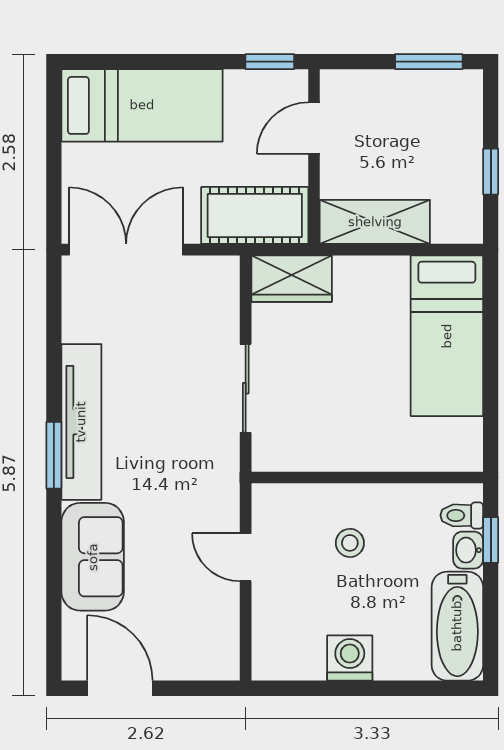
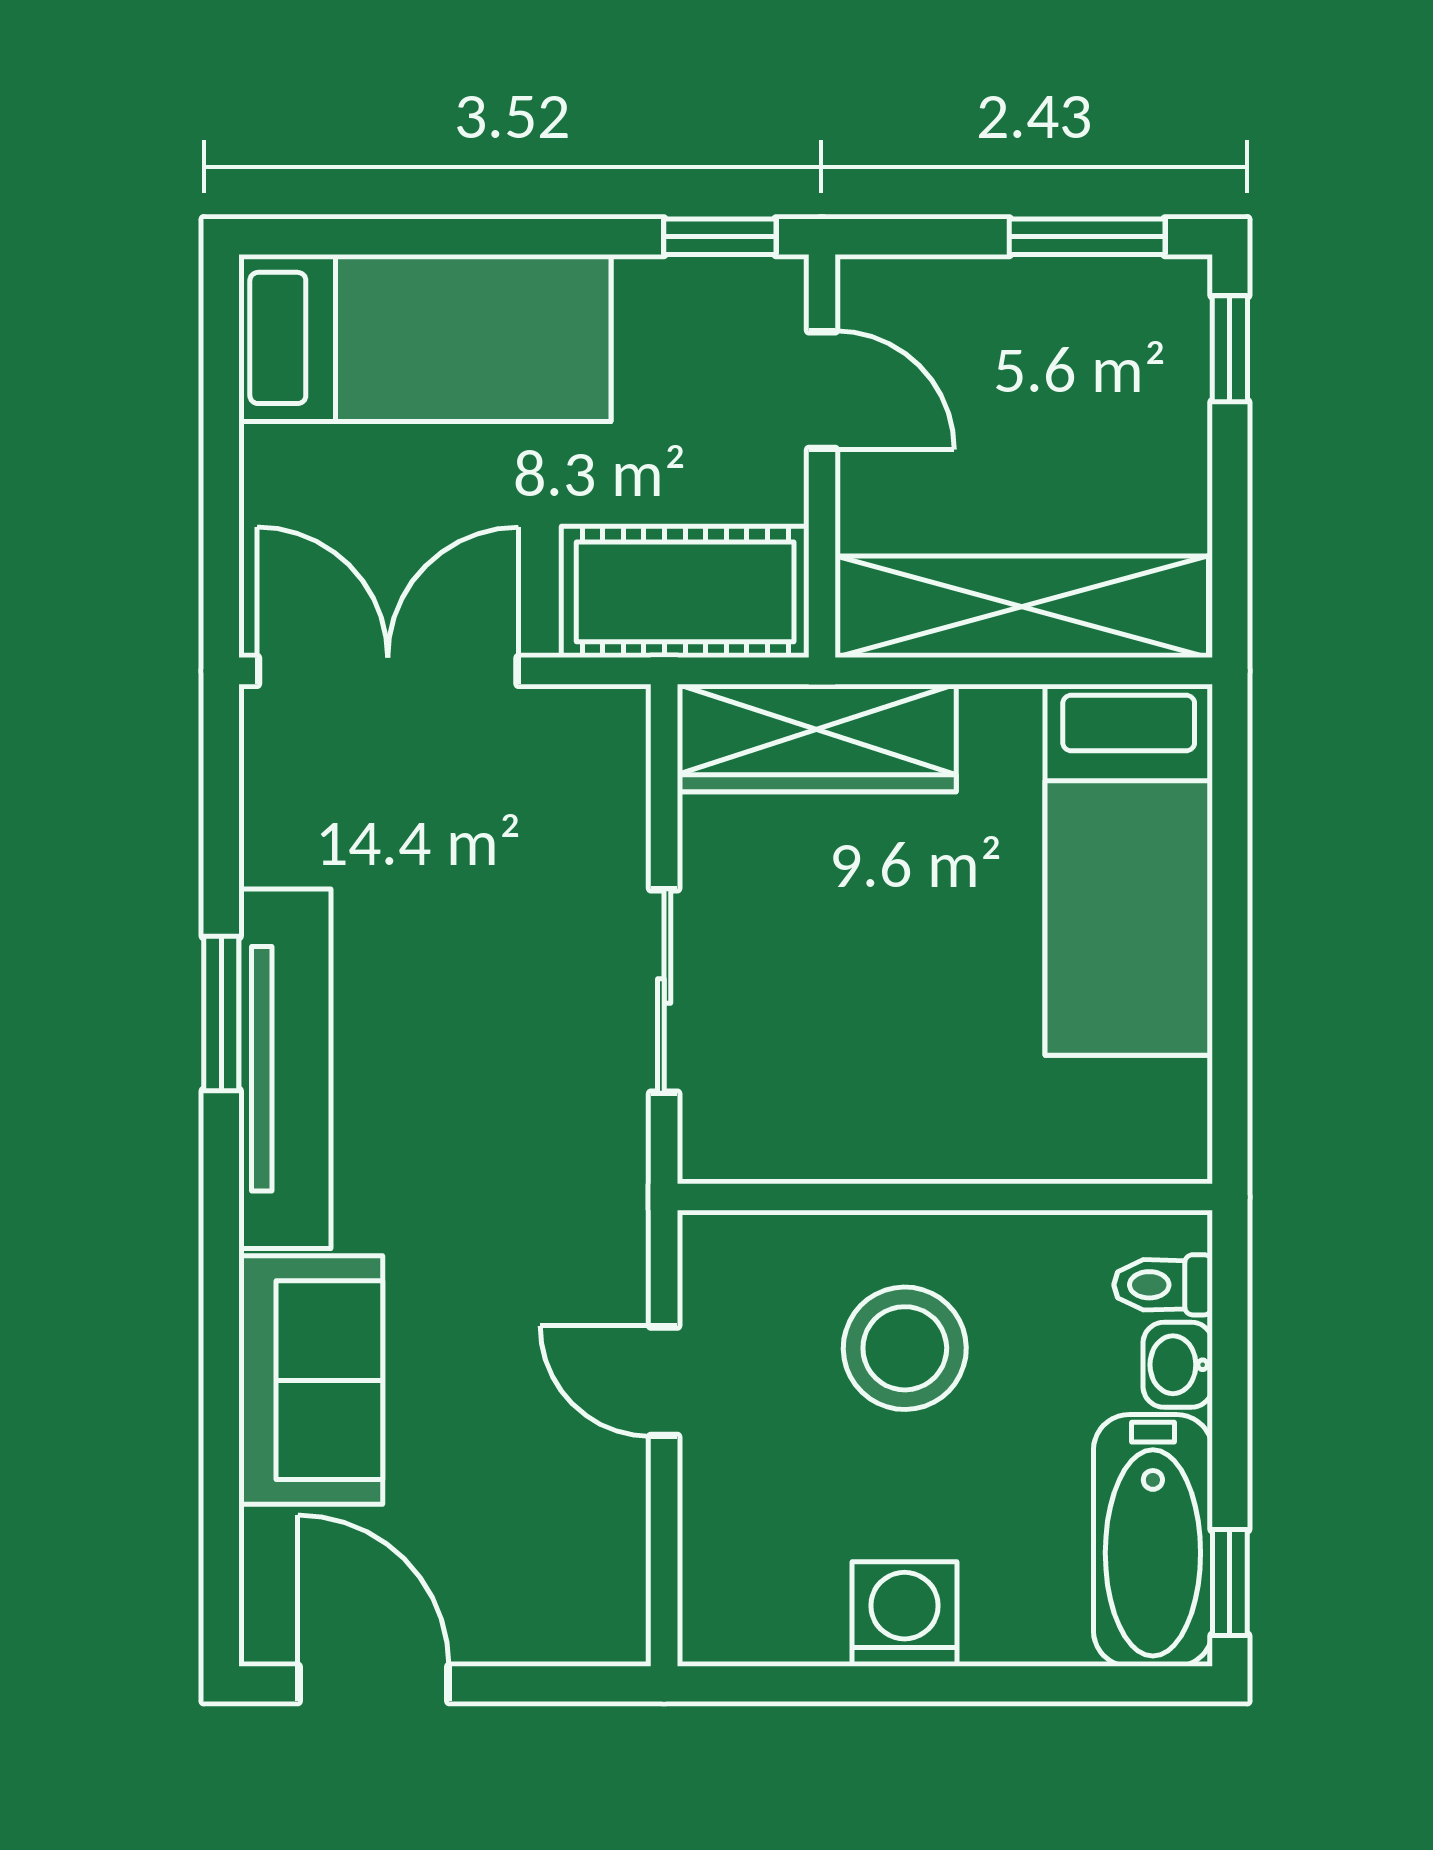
door: (314, 128) -> (822, 390), swing flipped
window: (491, 172) -> (1230, 349), moved
shelving: (375, 222) -> (1022, 607), width x1.47
wardrobe: (292, 279) -> (817, 738), width x1.50
window: (54, 455) -> (221, 1013), moved
window: (491, 540) -> (1230, 1582), moved
stool: (350, 543) -> (905, 1348), width x1.89, depth x1.89

